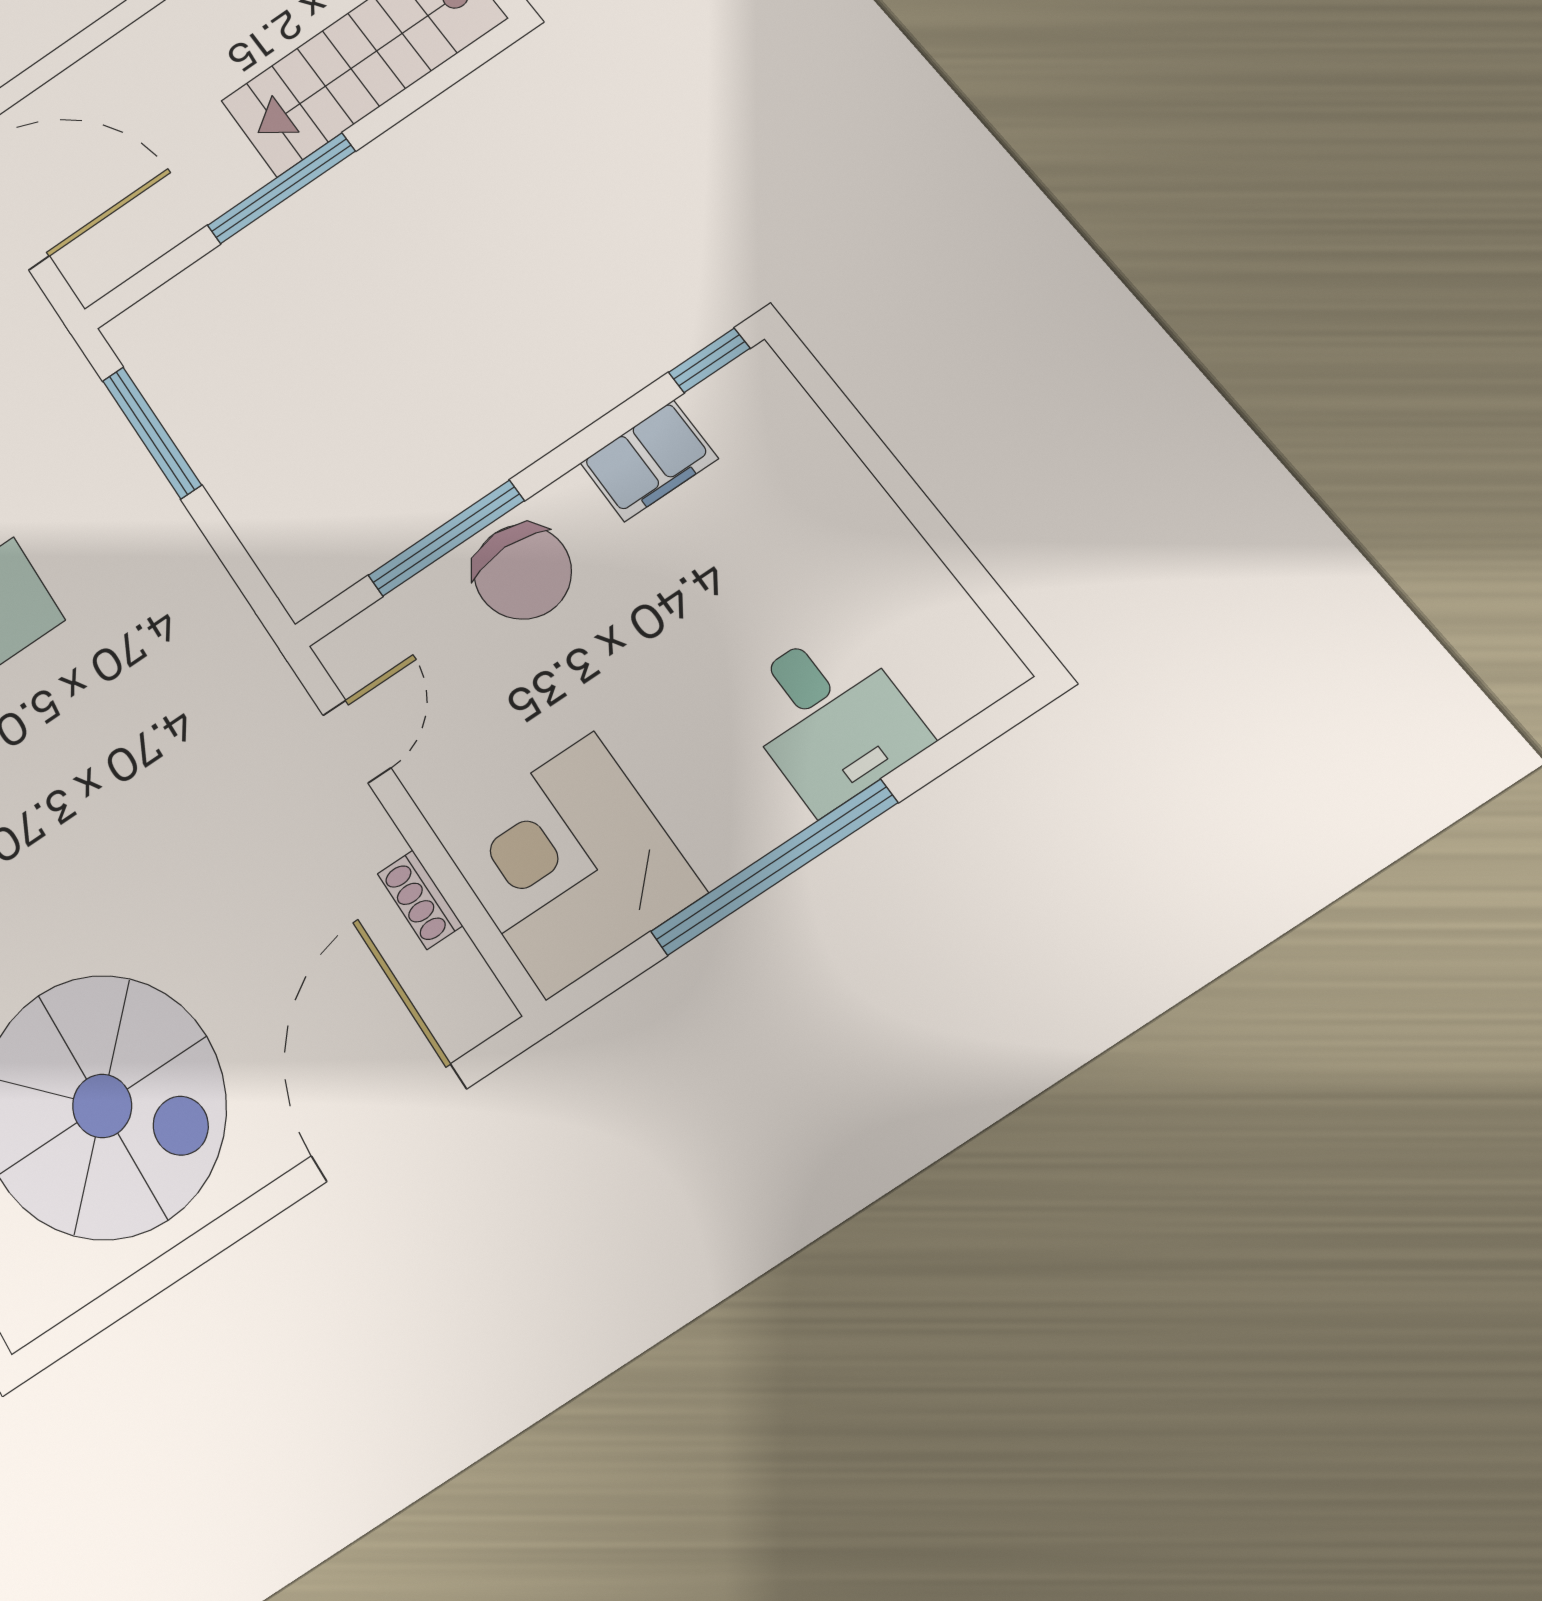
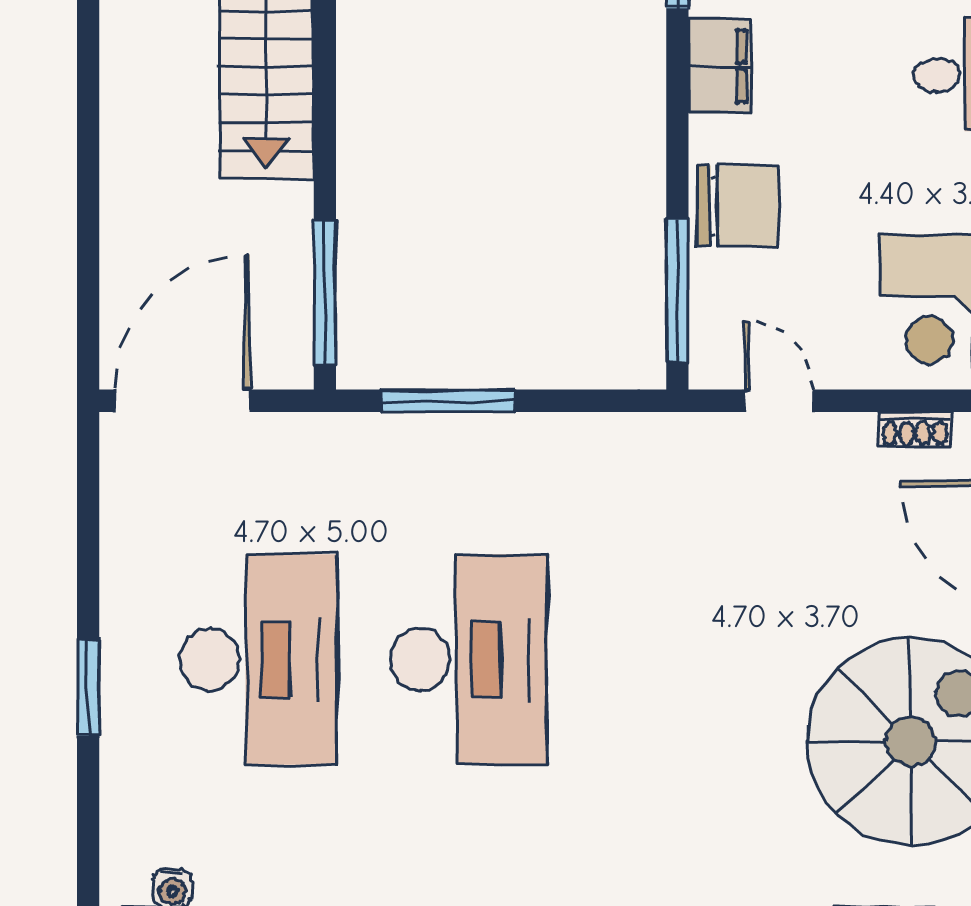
window: (281, 188) -> (325, 292), moved
window: (446, 538) -> (677, 290), moved

